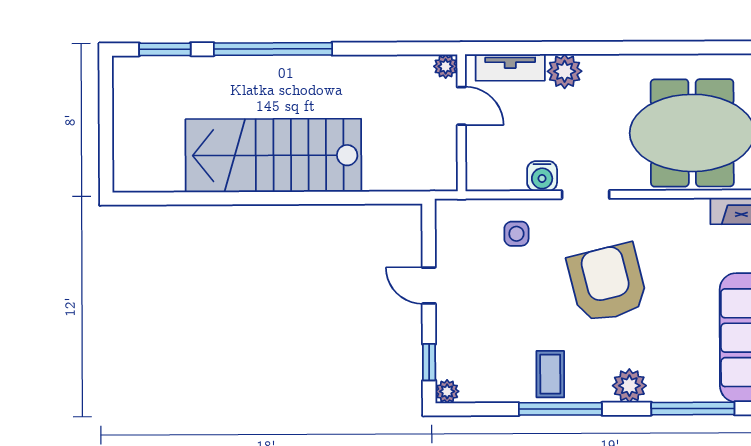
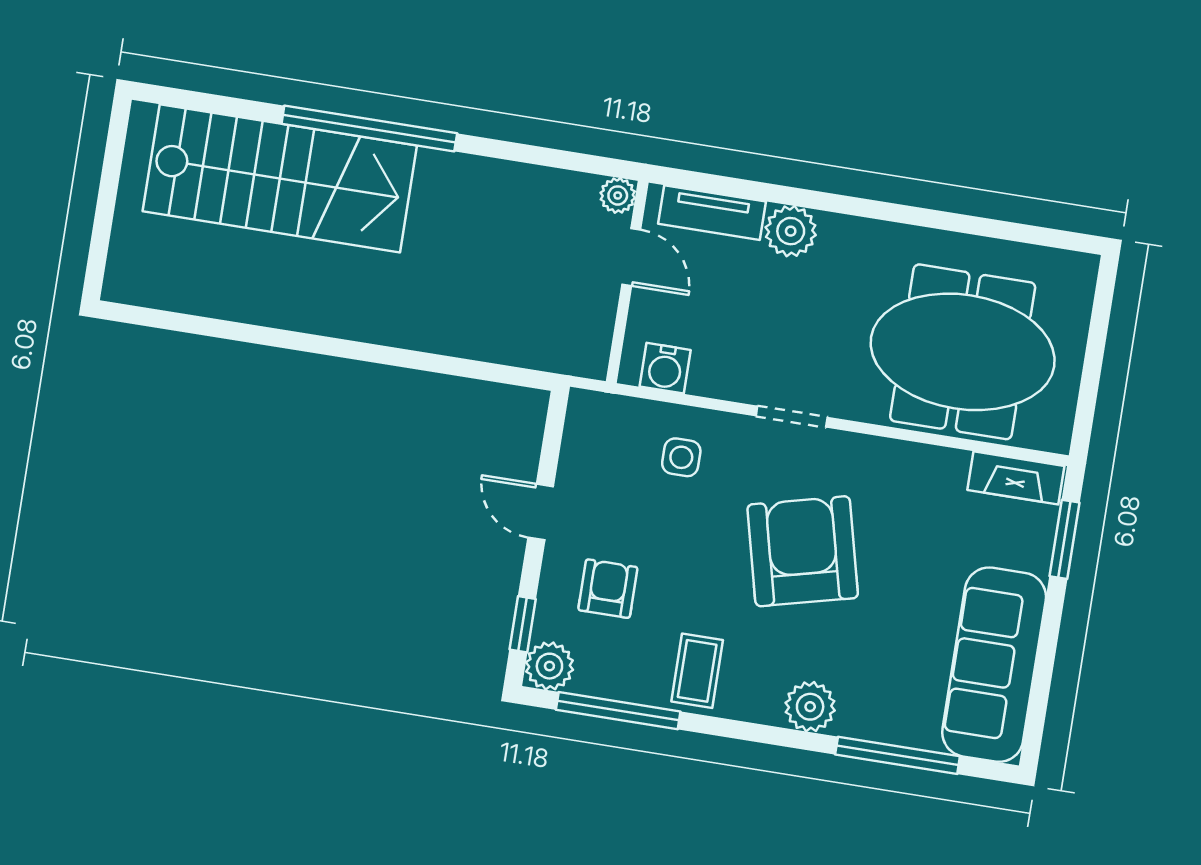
window: (165, 49) -> (211, 103), removed
stairs: (273, 155) -> (280, 178), moved, turned 180
water cooler: (542, 176) -> (665, 368), moved
armchair: (482, 329) -> (608, 589), added
plant: (447, 391) -> (549, 666), width x1.38, depth x1.38
window: (560, 409) -> (618, 711), moved

